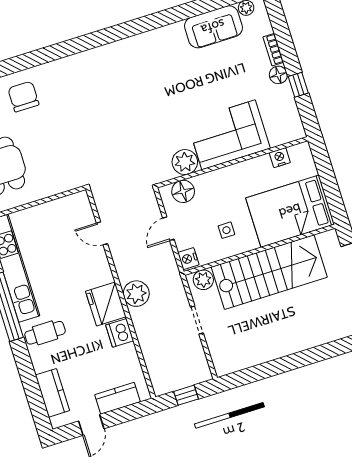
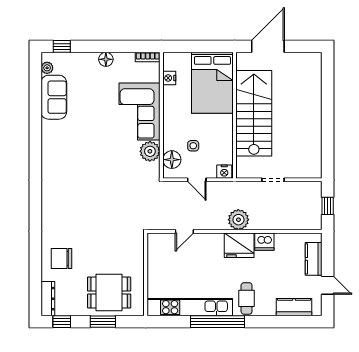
bookcase: (273, 50) -> (148, 57), moved
window: (298, 85) -> (62, 46), moved
side table: (226, 230) -> (193, 146), moved
plant: (203, 280) -> (244, 165), removed

